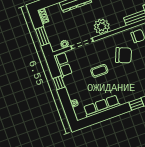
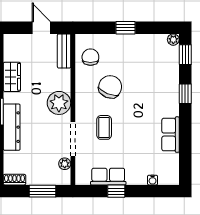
row of seats: (63, 65) -> (108, 177), moved
coffee table: (99, 71) -> (104, 127), moved
row of seats: (102, 106) -> (171, 135), width x0.68

